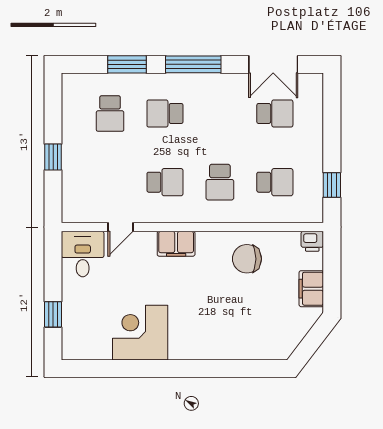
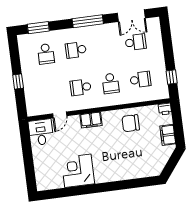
window: (127, 64) -> (38, 28), moved
school desk: (165, 182) -> (81, 87), turned 180
window: (53, 314) -> (29, 167), removed

